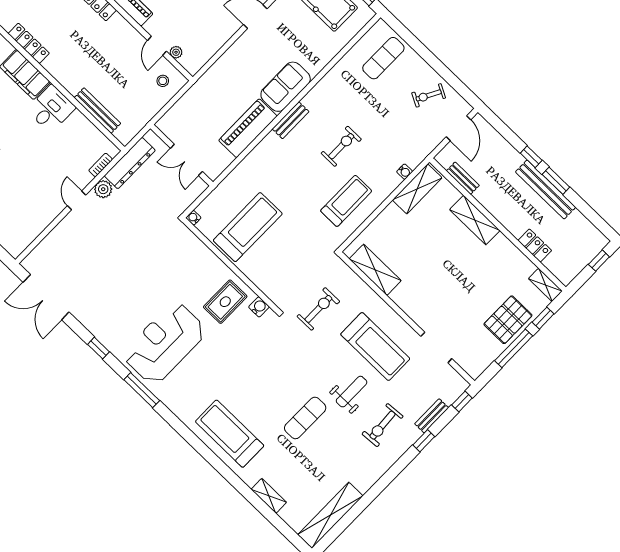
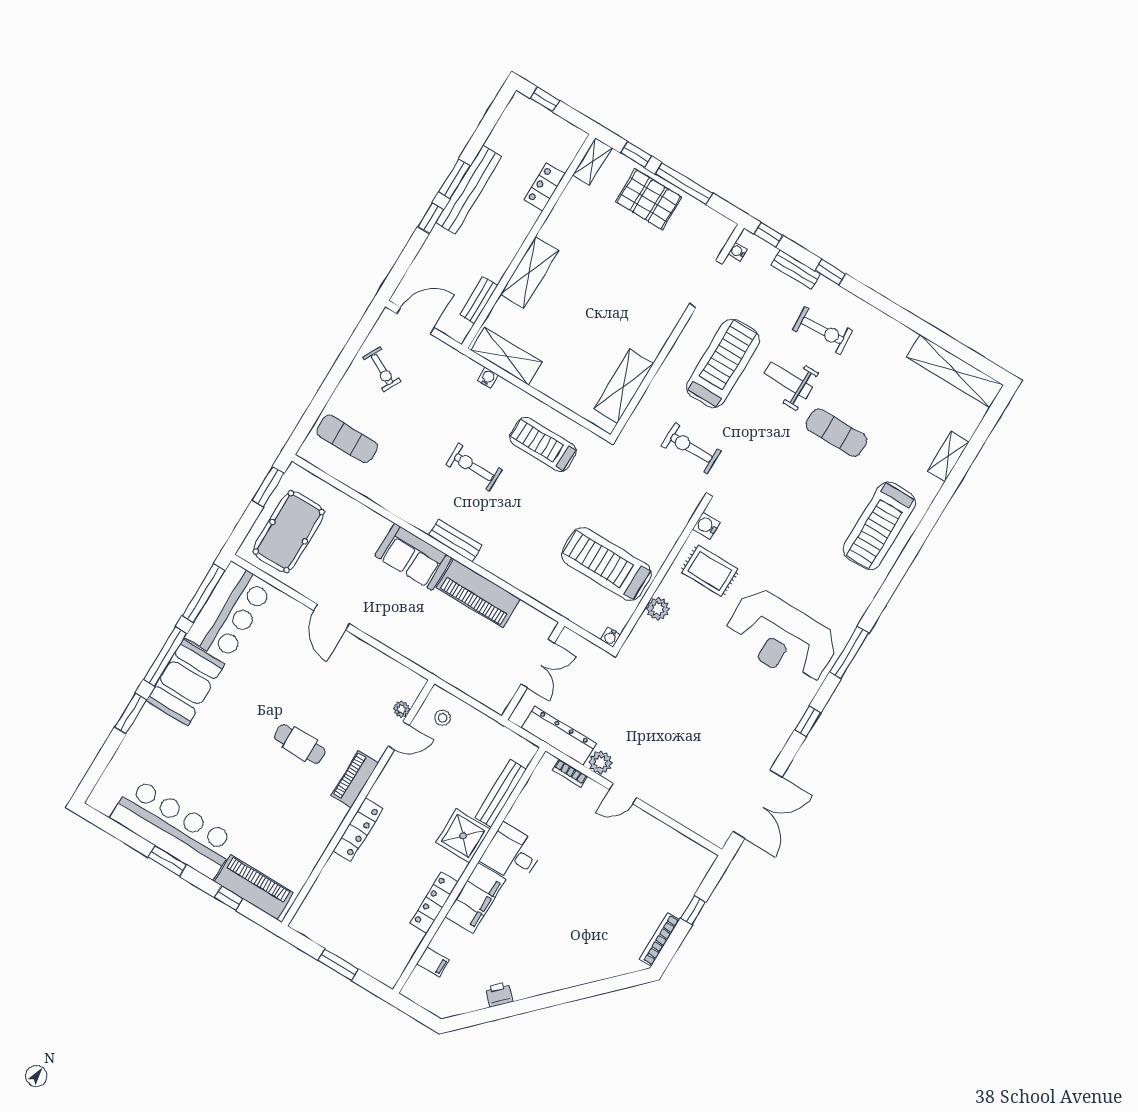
shower: (73, 76) -> (463, 836), added
plant: (206, 257) -> (658, 609), added
water cooler: (455, 376) -> (738, 252), added

